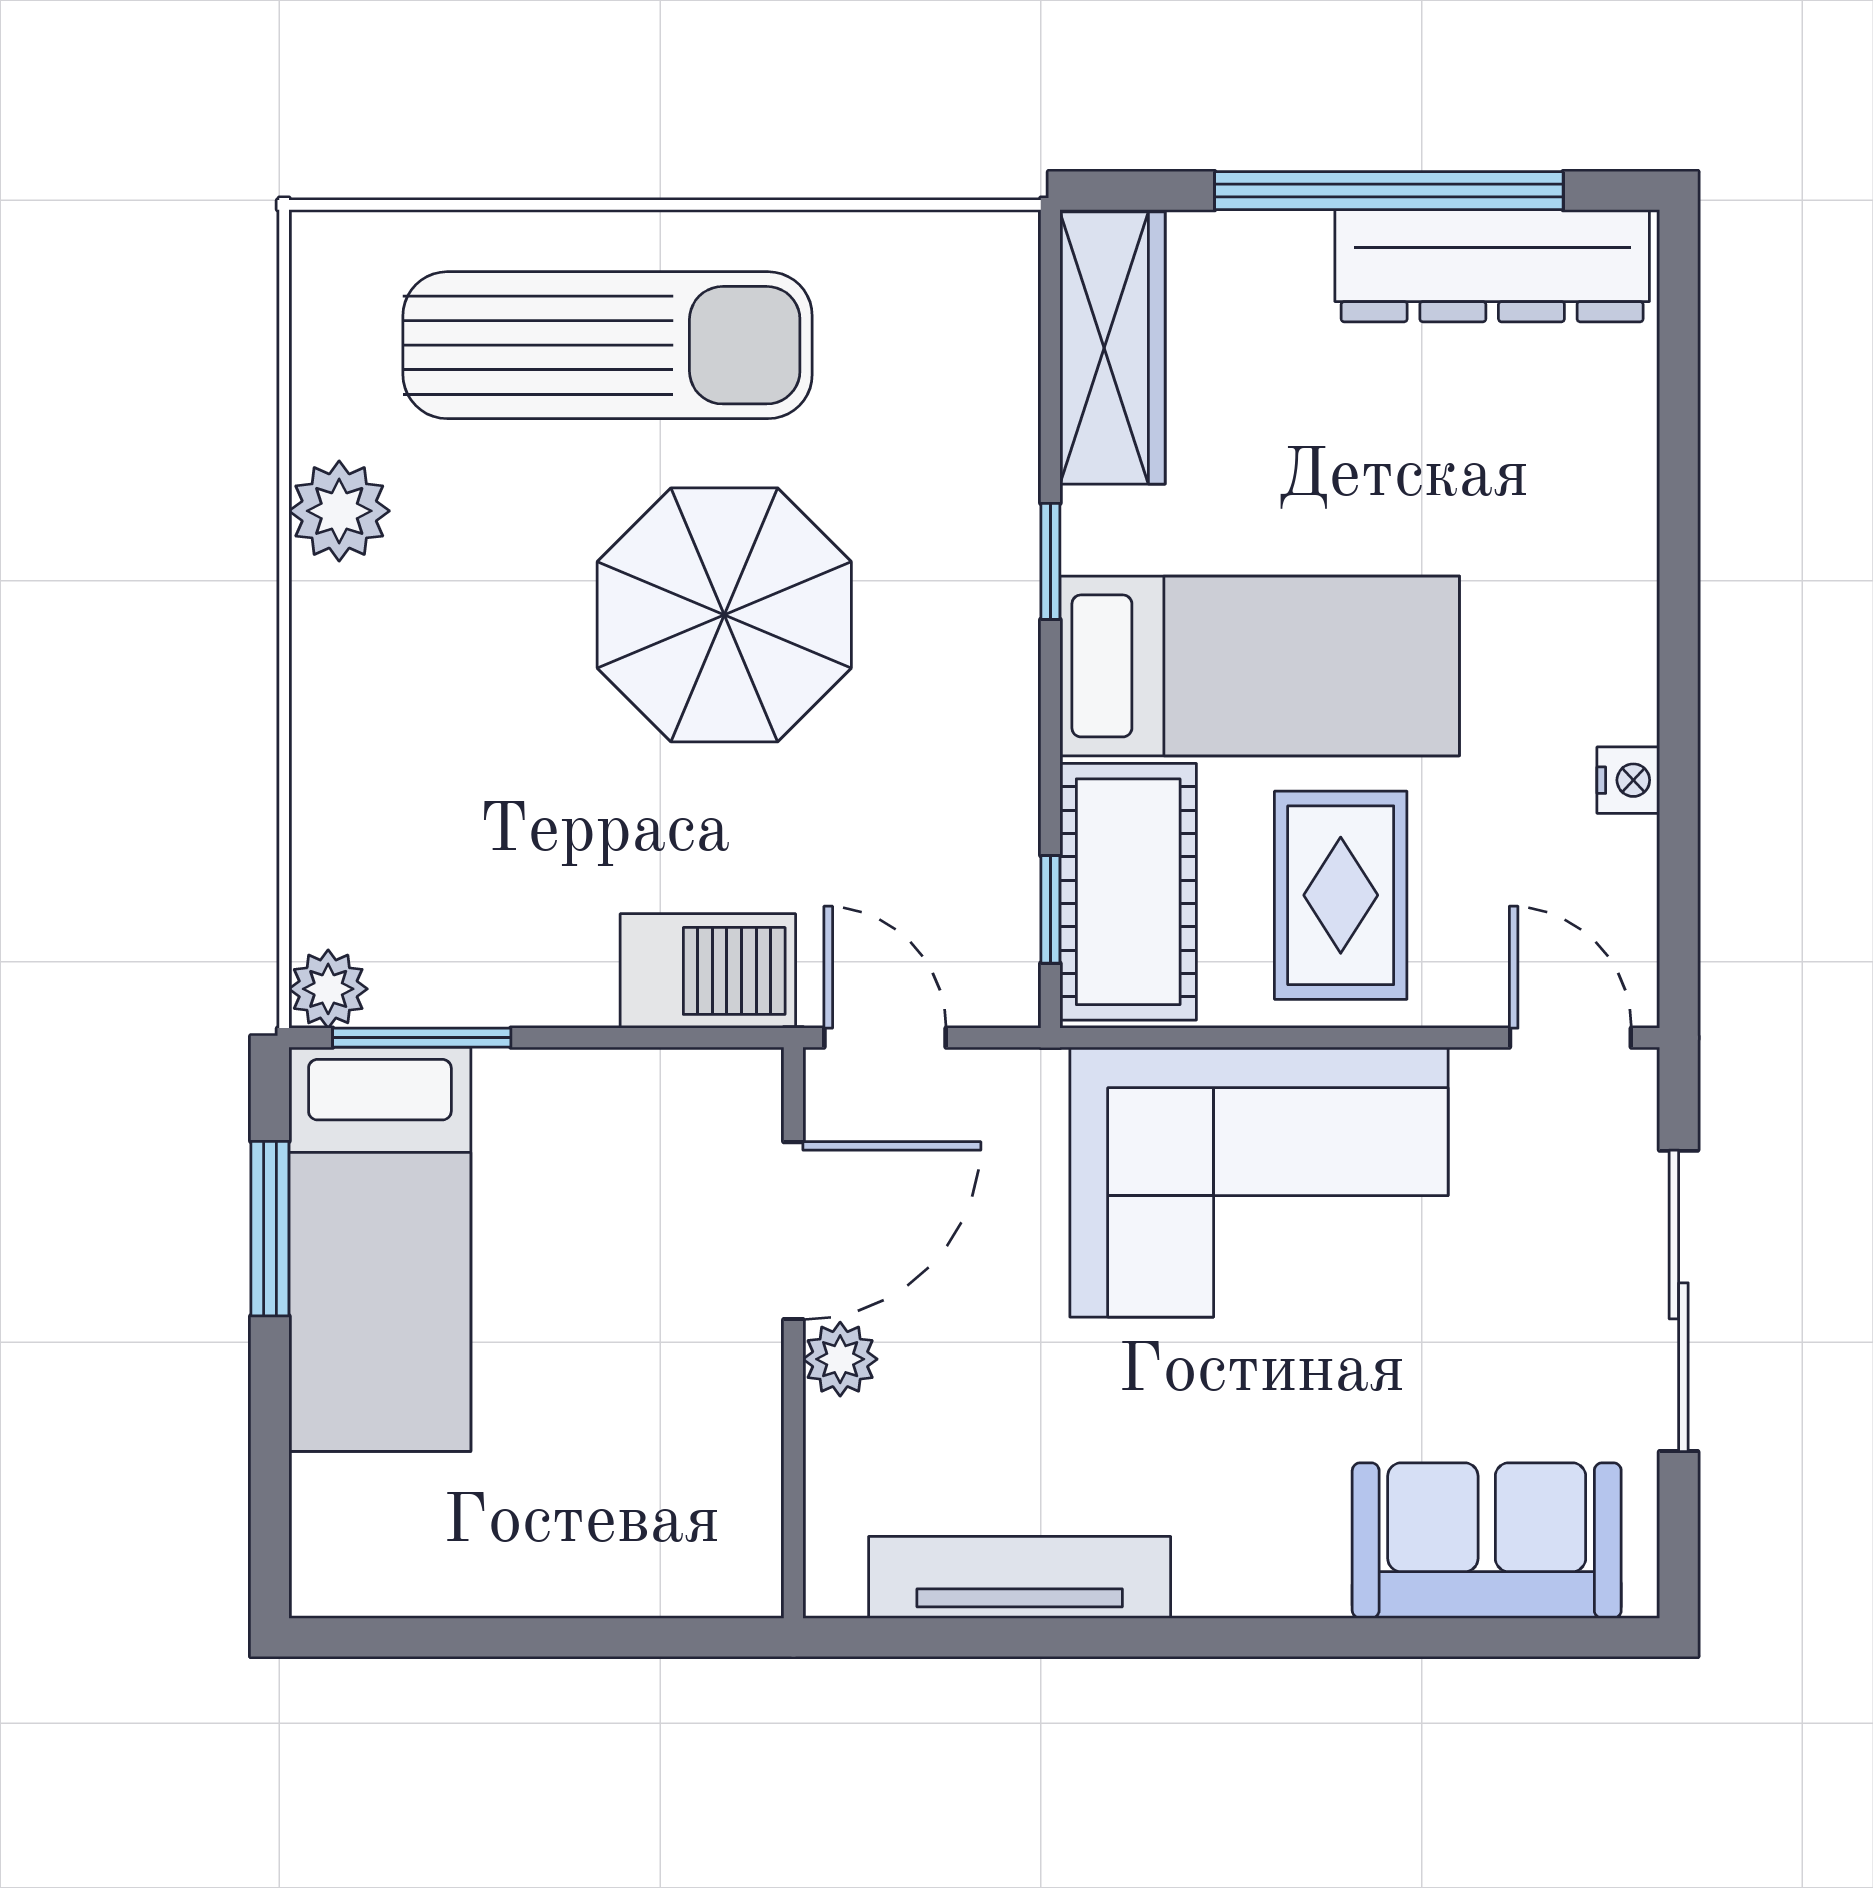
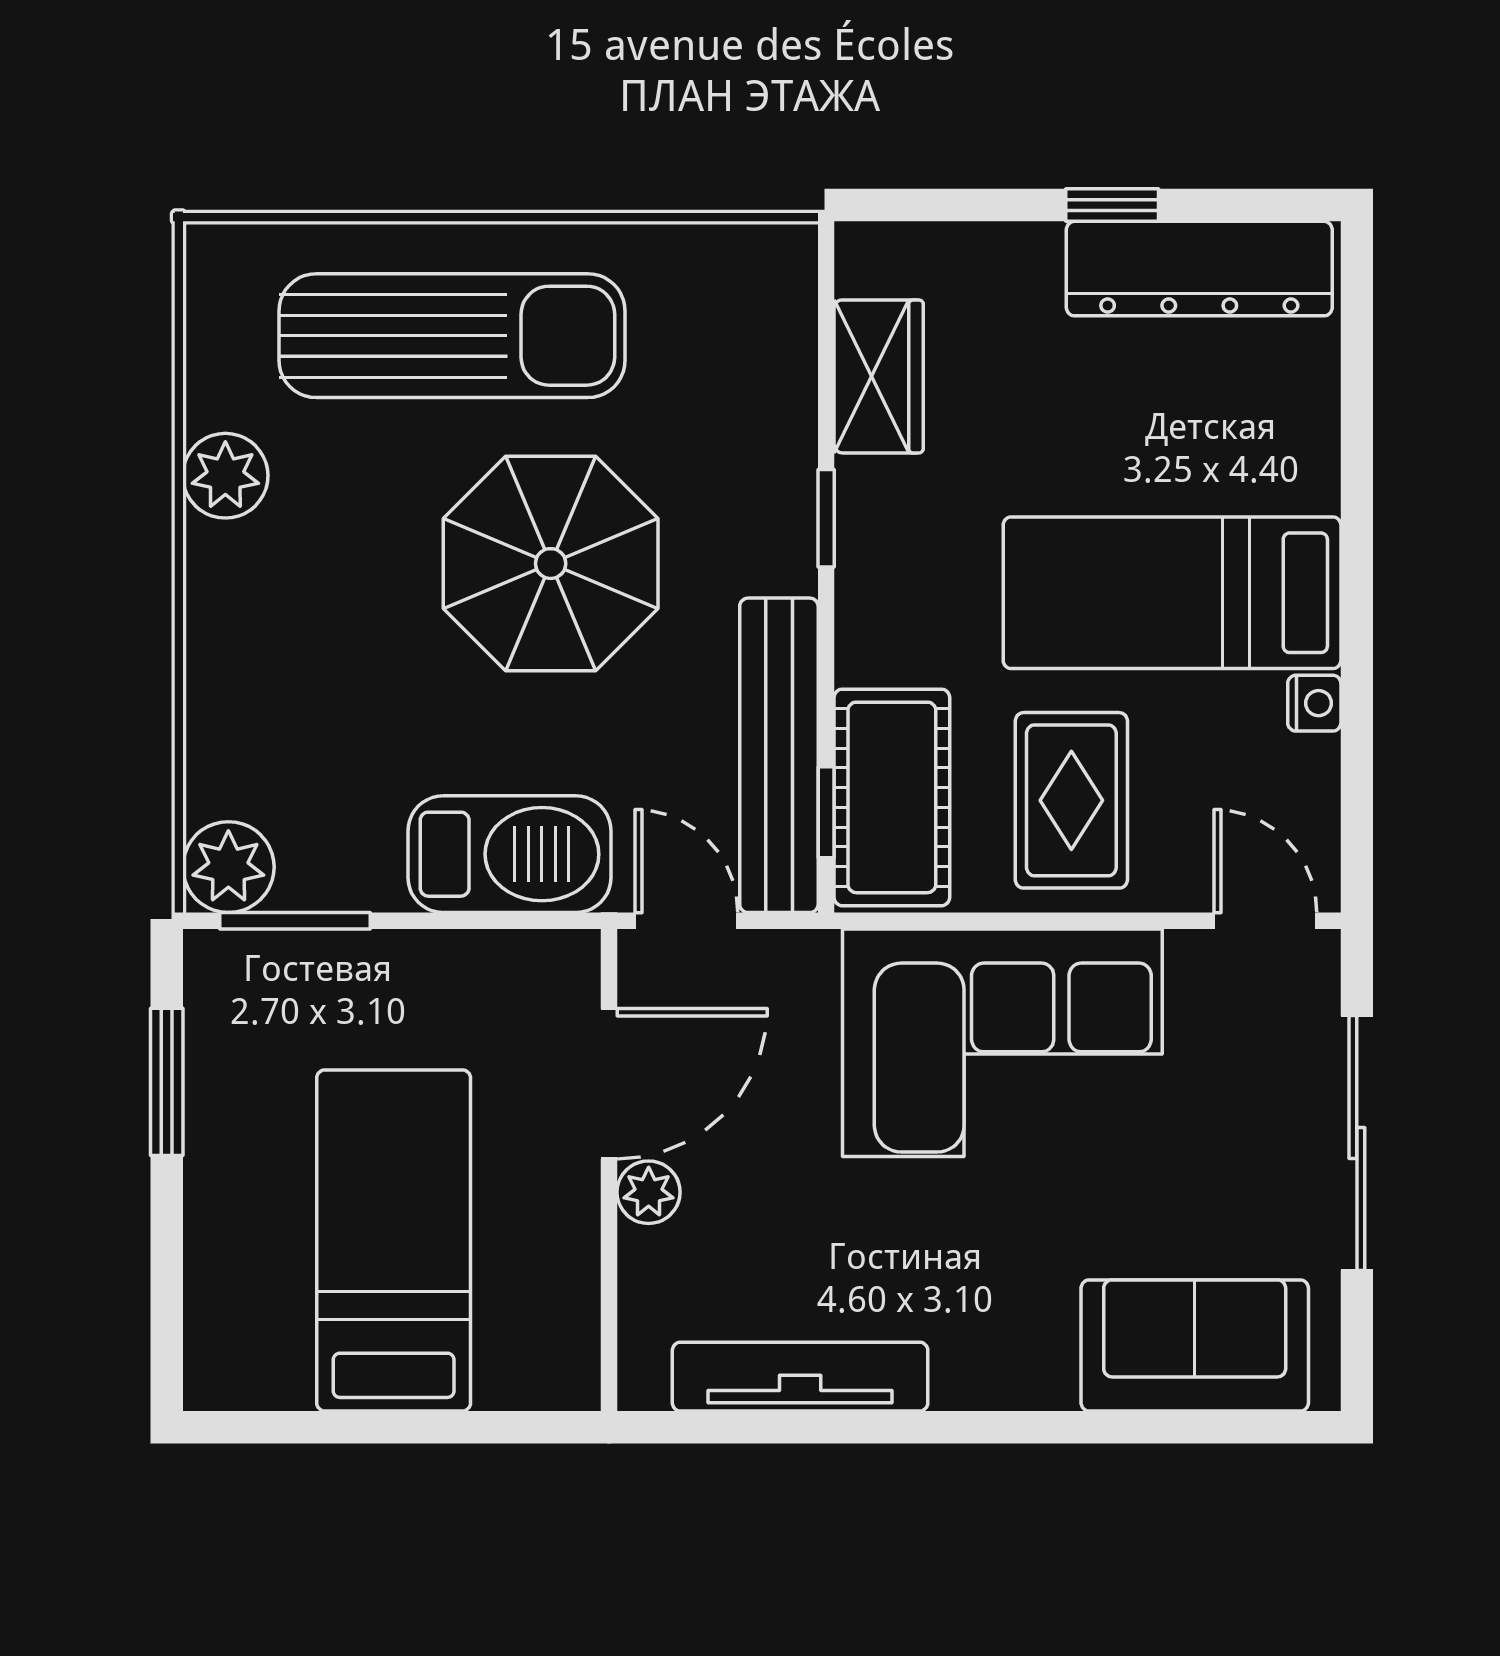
window: (1389, 191) -> (1112, 205), width x0.32
wardrobe: (1113, 348) -> (879, 376), width x0.67
bed: (1260, 666) -> (1172, 593), moved, turned 180
bench: (995, 842) -> (779, 755), added
barbecue: (708, 971) -> (509, 854), width x1.37, depth x1.21
plant: (328, 989) -> (228, 867), width x1.38, depth x1.38
bed: (380, 1249) -> (394, 1240), moved, turned 180

